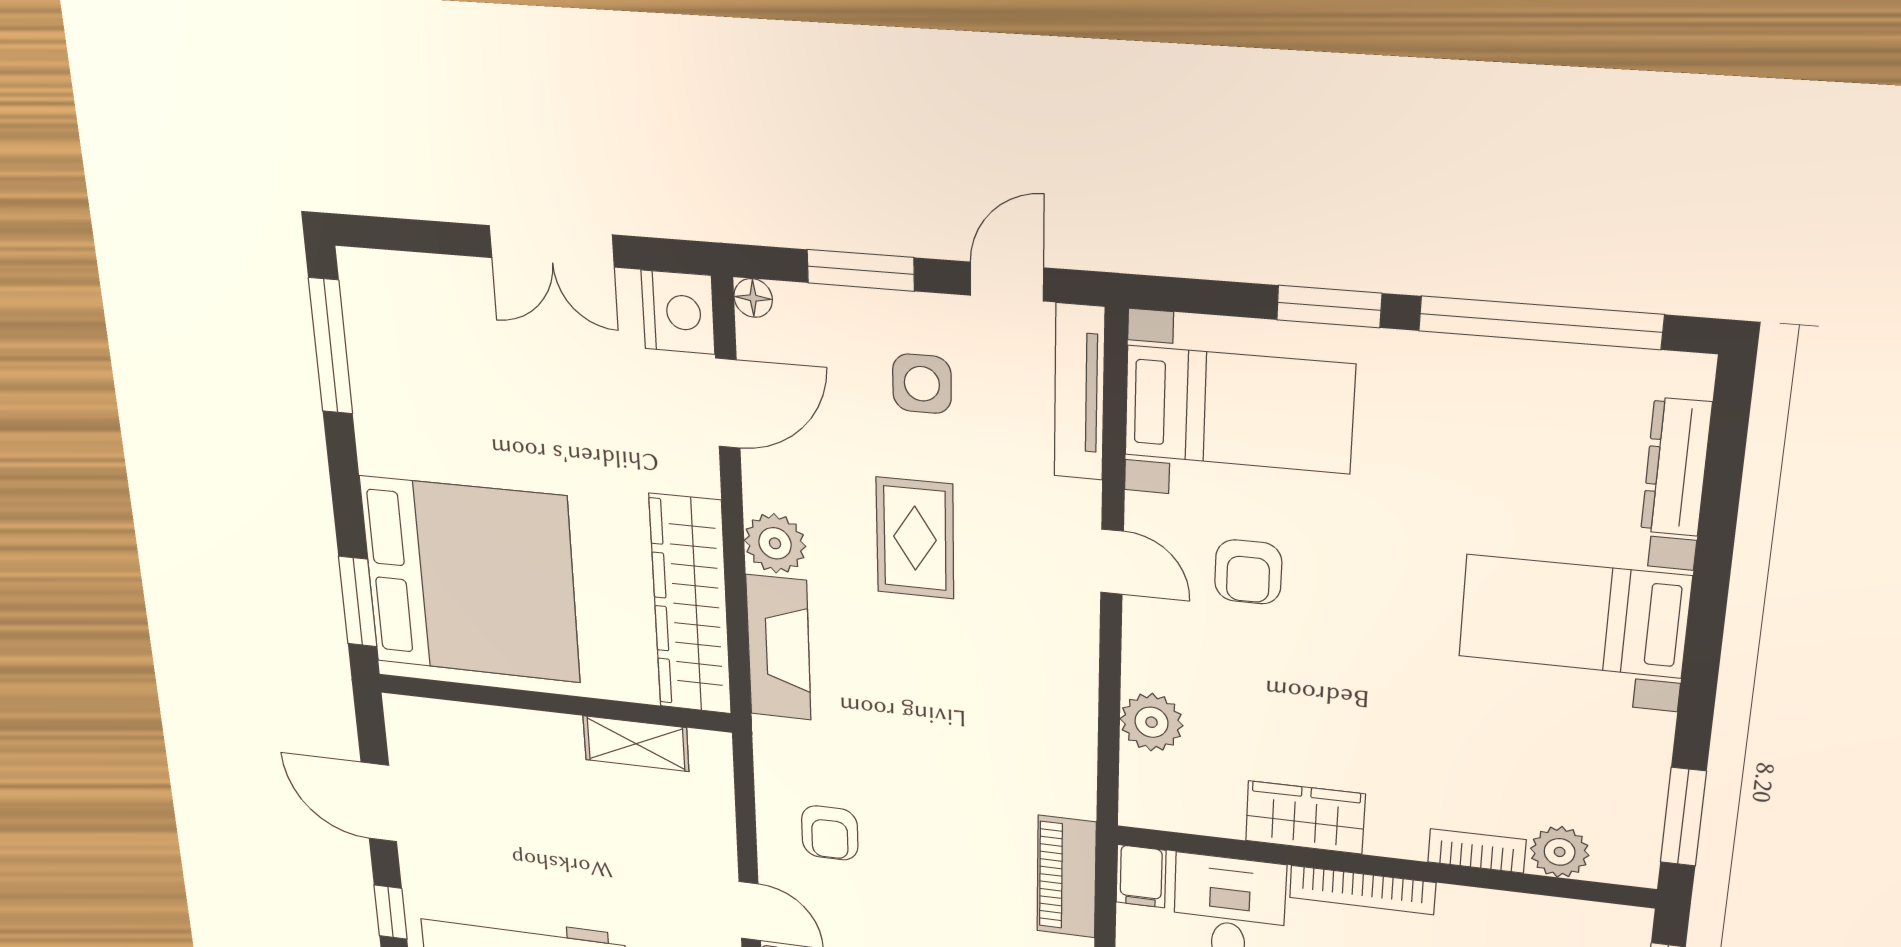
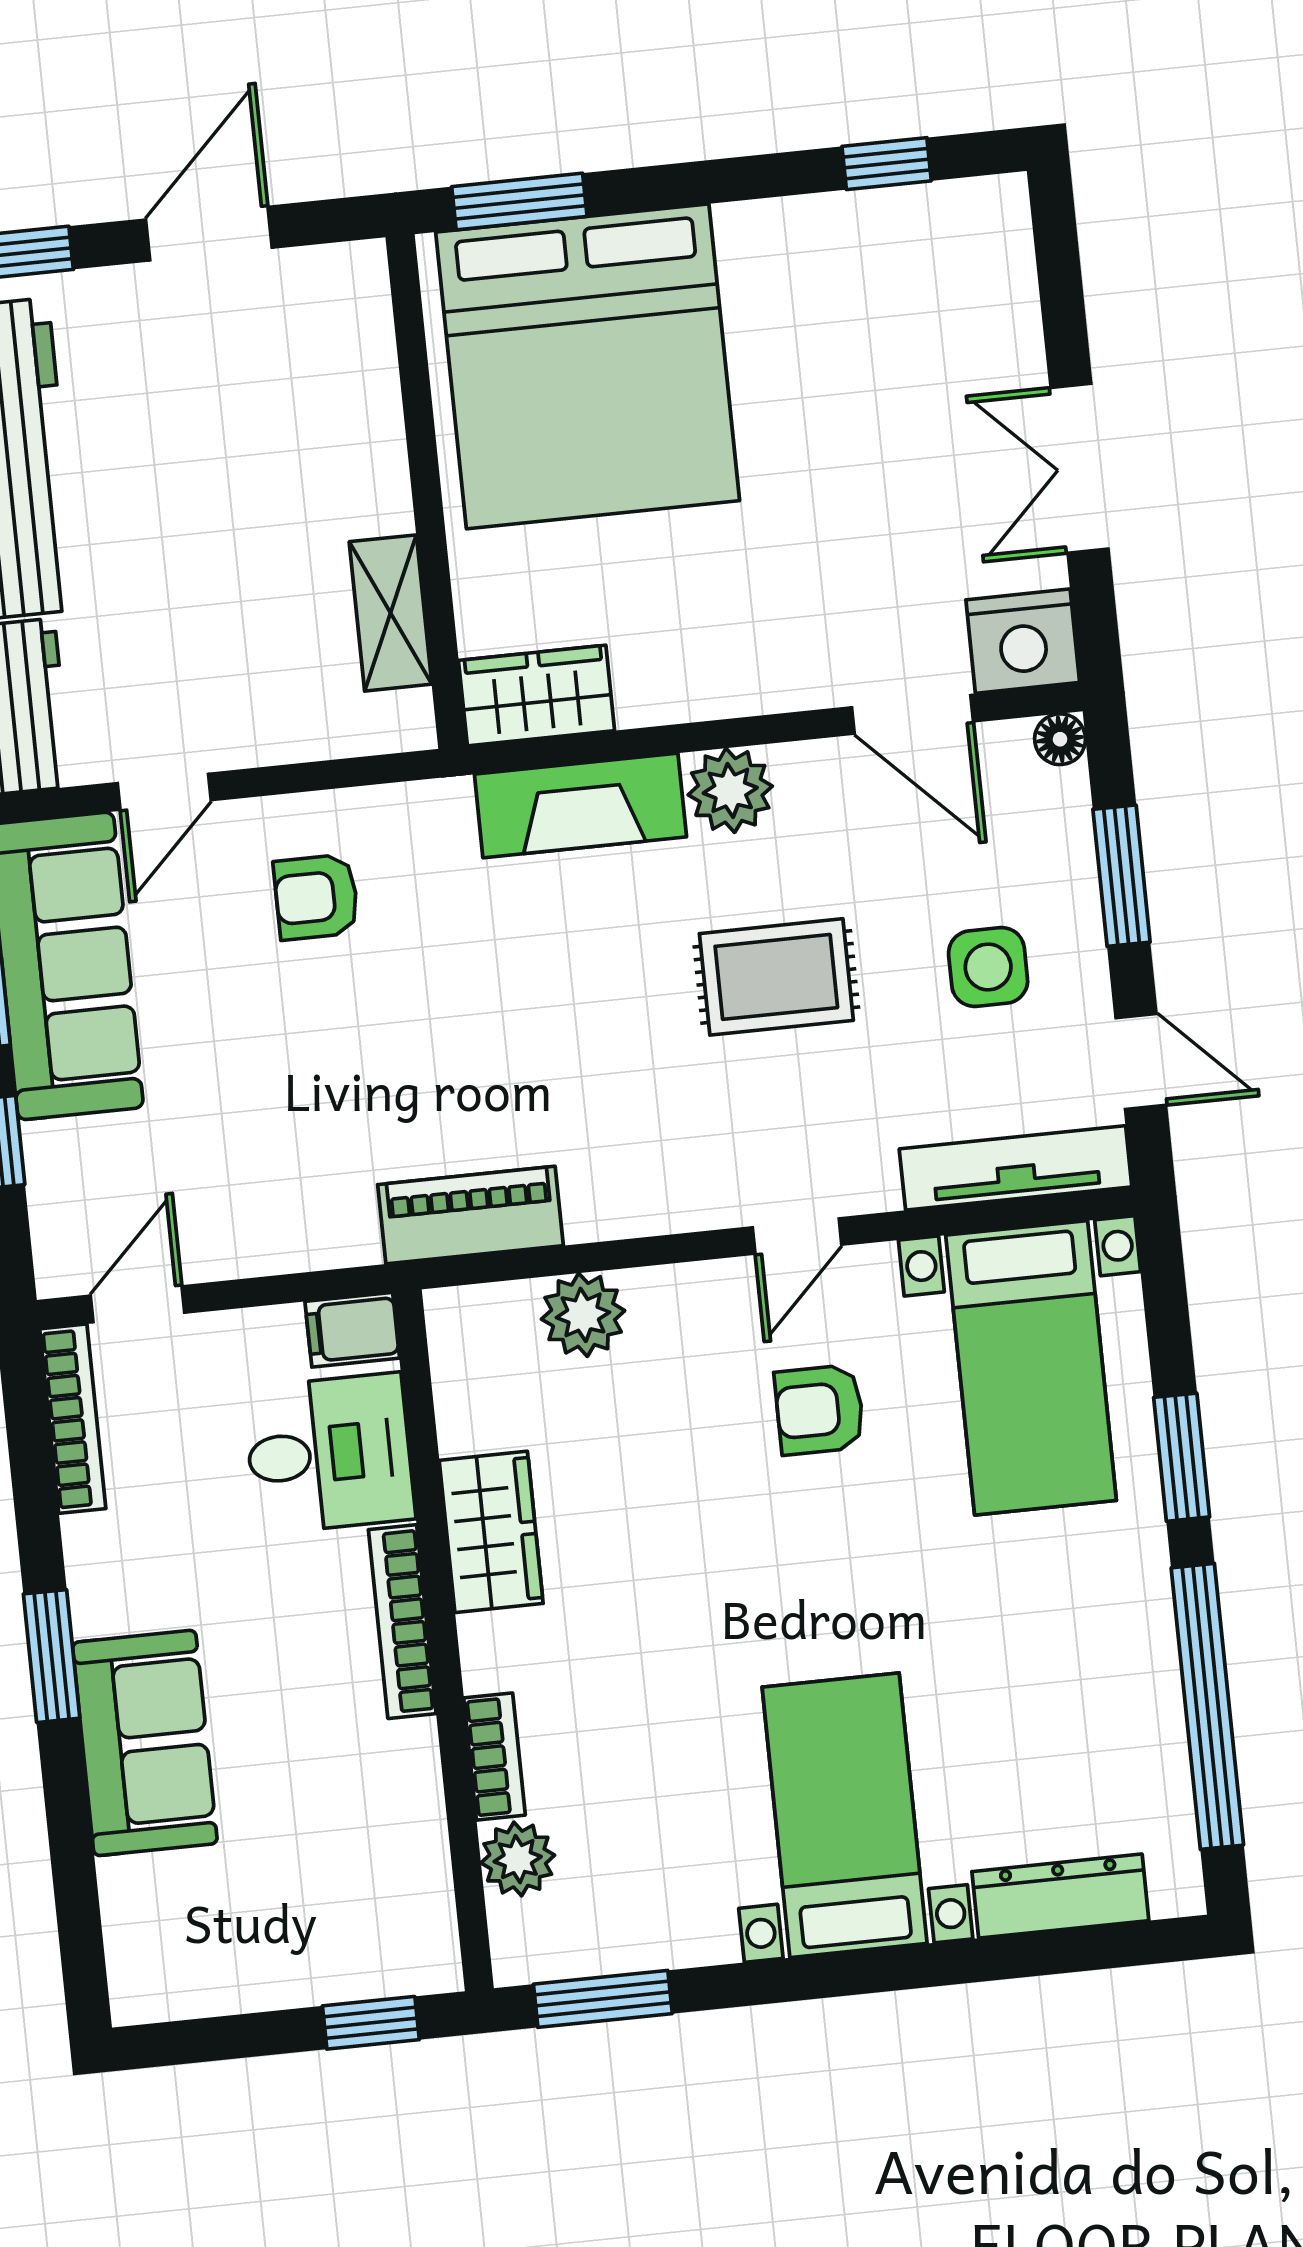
window: (331, 346) -> (887, 164), width x0.46
wardrobe: (690, 605) -> (537, 695), width x0.48, depth x0.85
piano: (1066, 877) -> (470, 1215), moved

